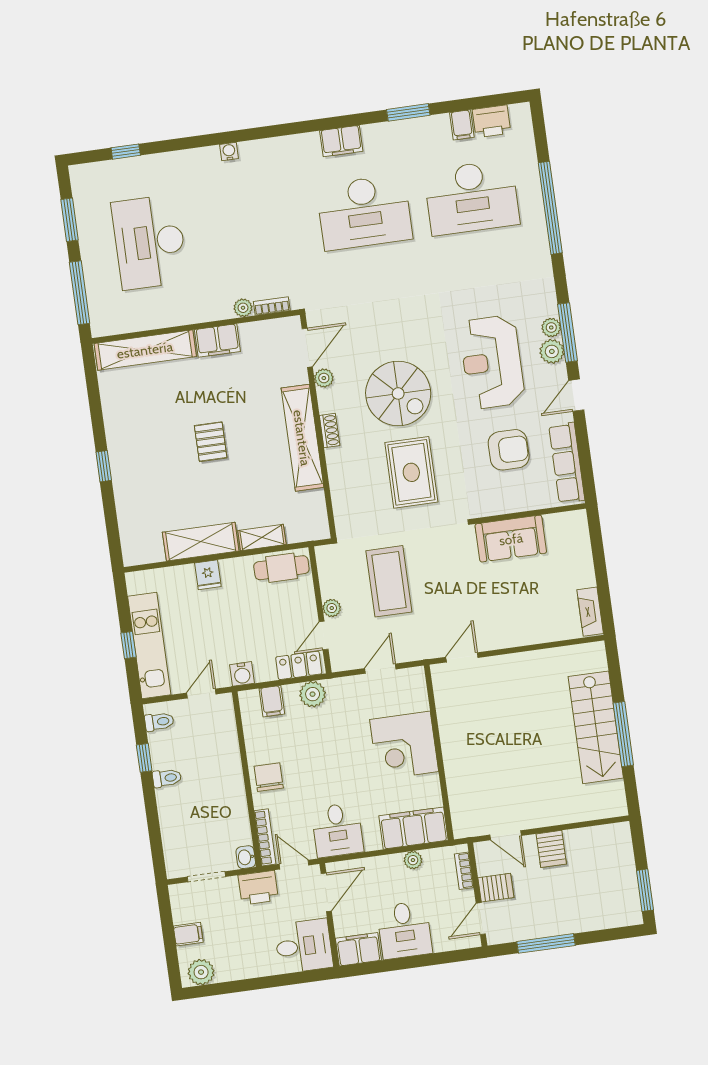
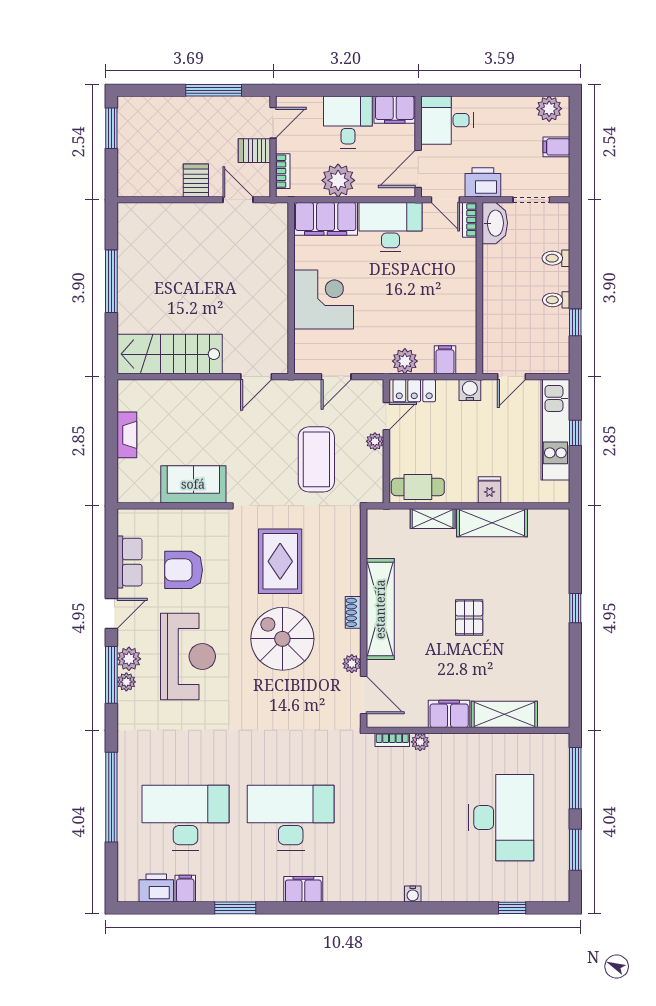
door: (307, 348) -> (364, 695), swing flipped
shelving: (145, 350) -> (504, 714), width x0.68
row of seats: (567, 463) -> (129, 562), width x0.68
fireplace: (590, 612) -> (127, 435), moved
toilet: (159, 722) -> (556, 258), moved
stairs: (596, 727) -> (170, 354), moved, turned -90
chair: (269, 777) -> (458, 287), removed
desk: (337, 830) -> (390, 227), width x1.37
bookcase: (265, 837) -> (470, 220), width x0.64
washbasin: (246, 857) -> (495, 223), width x1.91, depth x1.45
plant: (413, 860) -> (338, 180), width x1.87, depth x1.87

